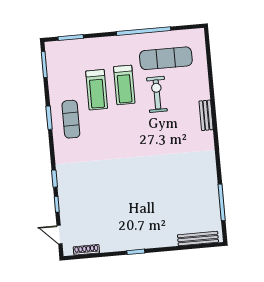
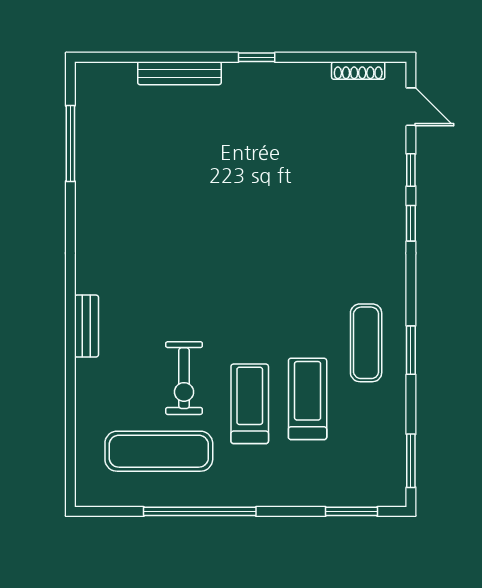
bench: (198, 239) -> (179, 73), moved

